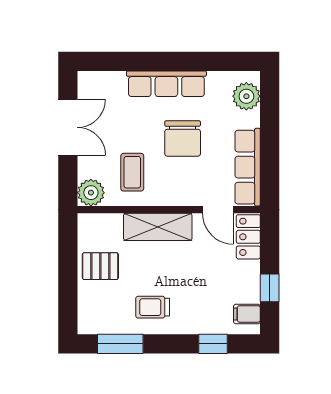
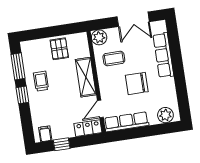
row of seats: (166, 84) -> (163, 55), moved
window: (213, 344) -> (22, 95), moved

